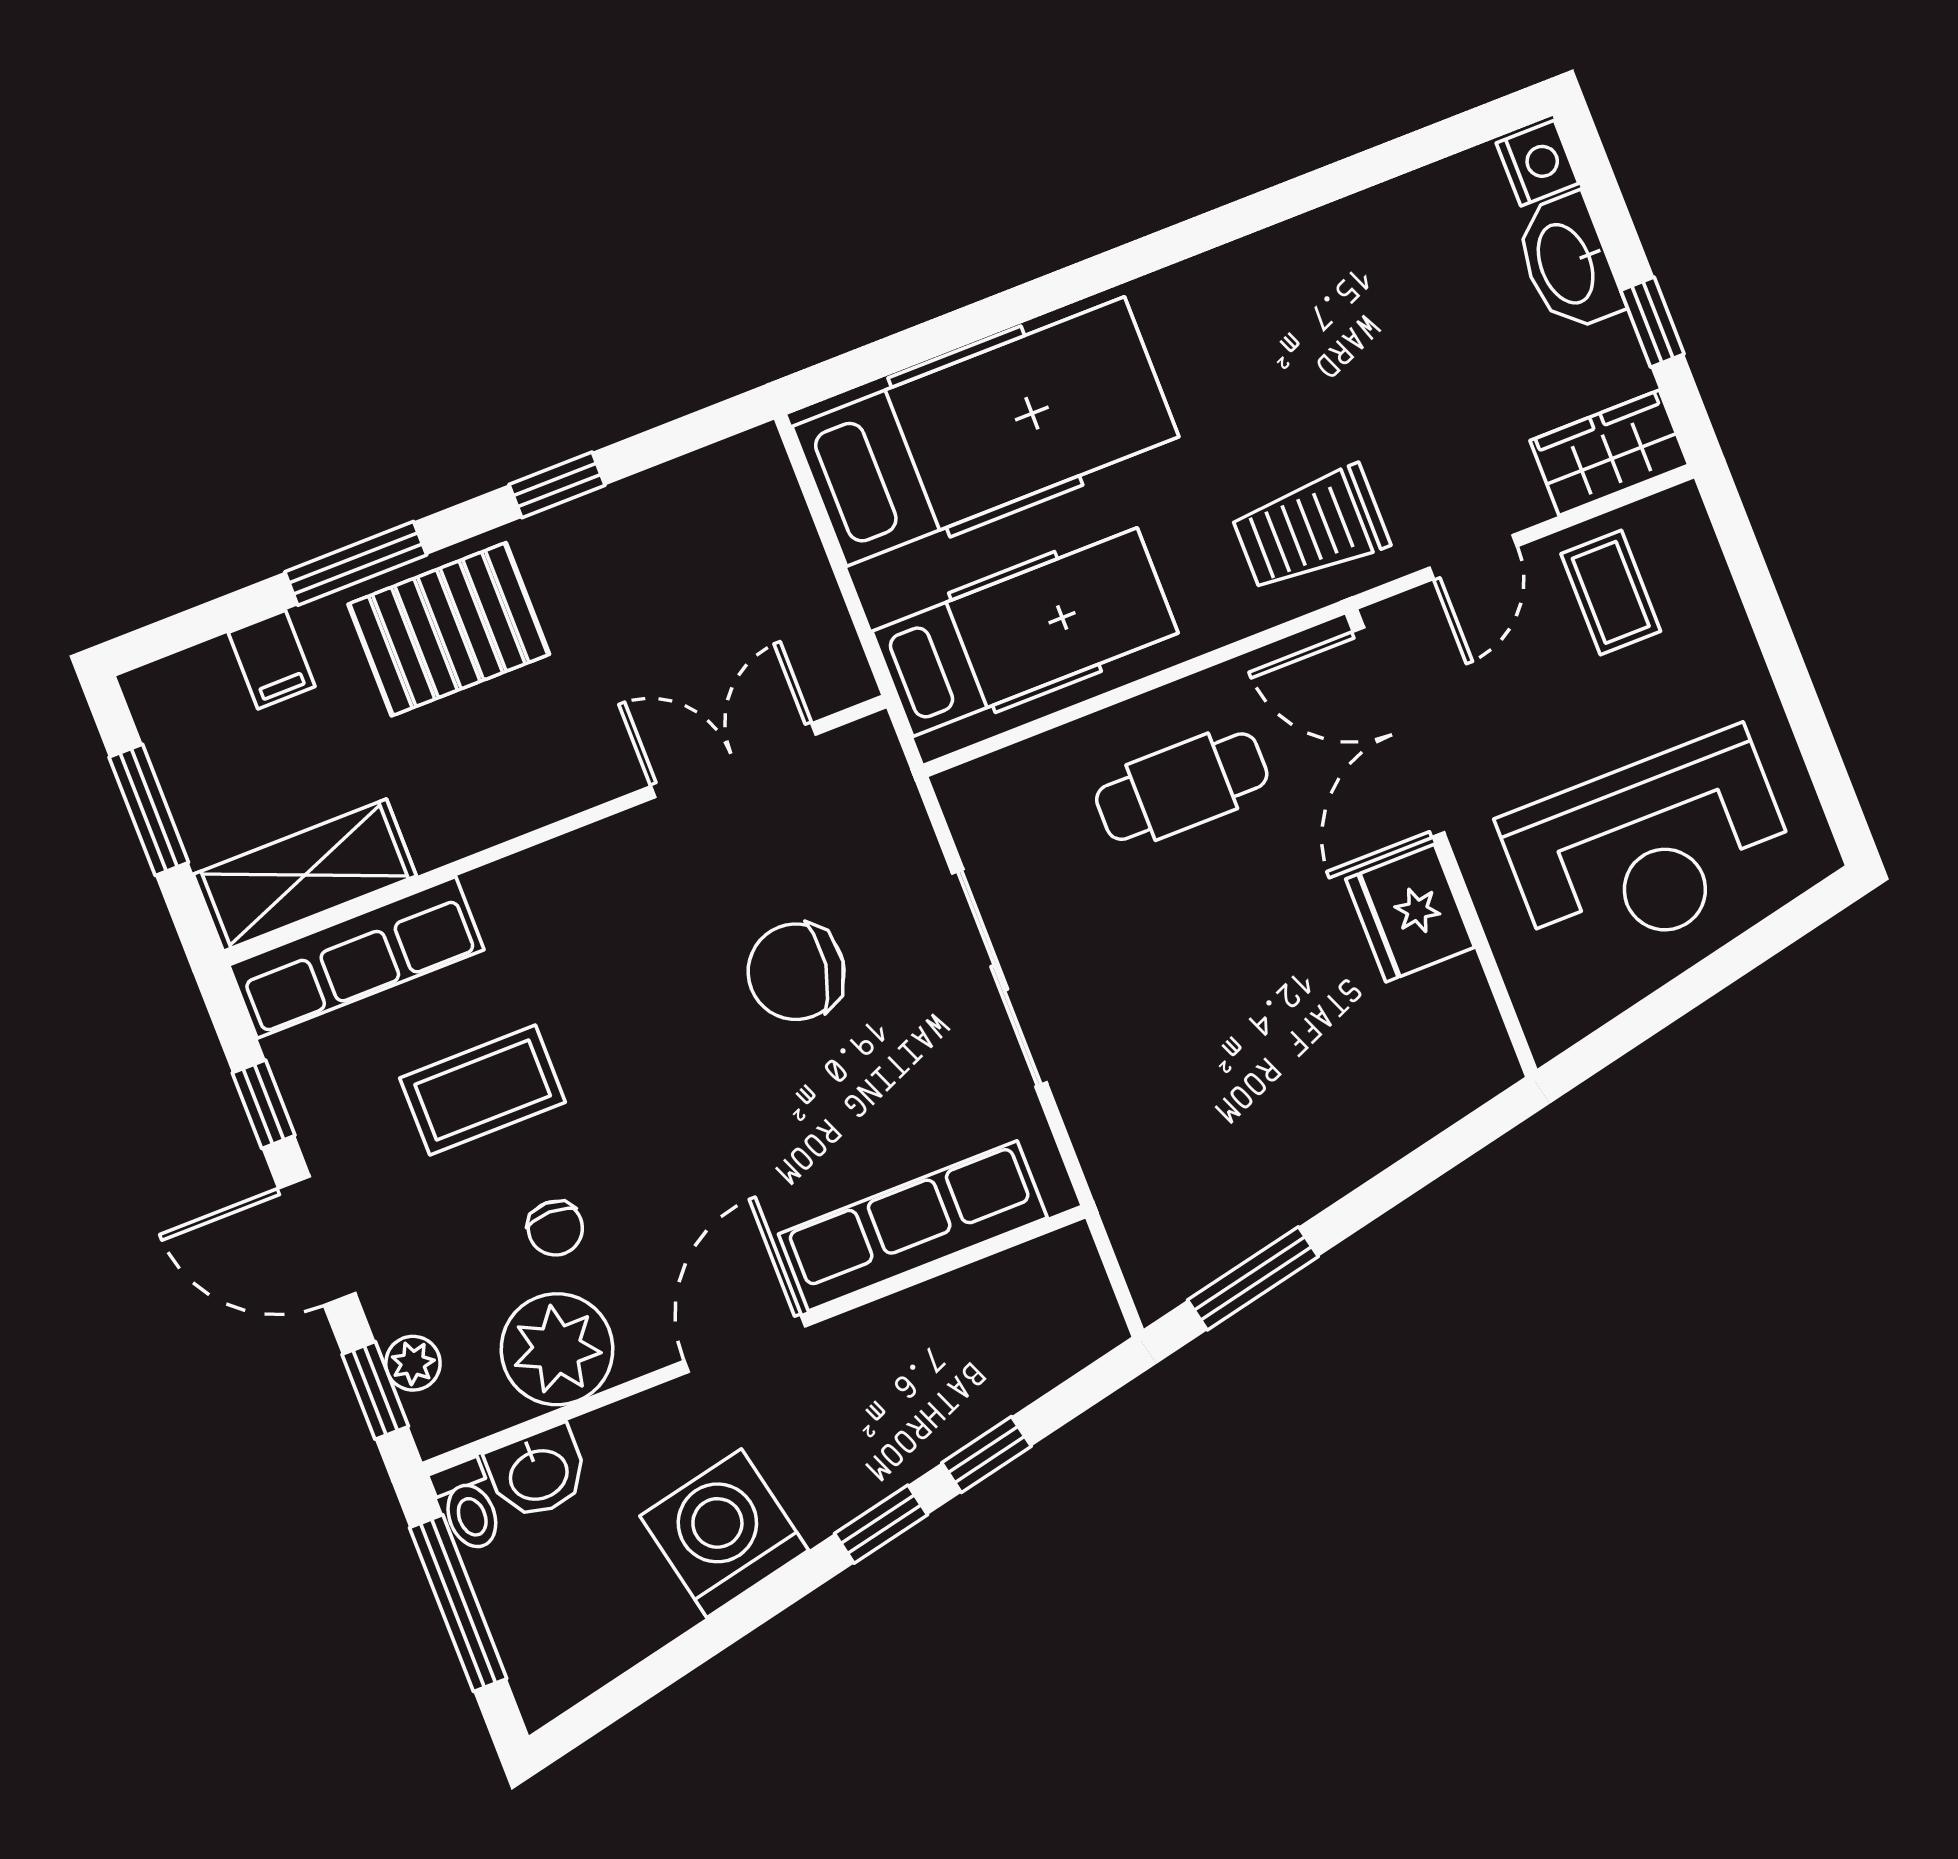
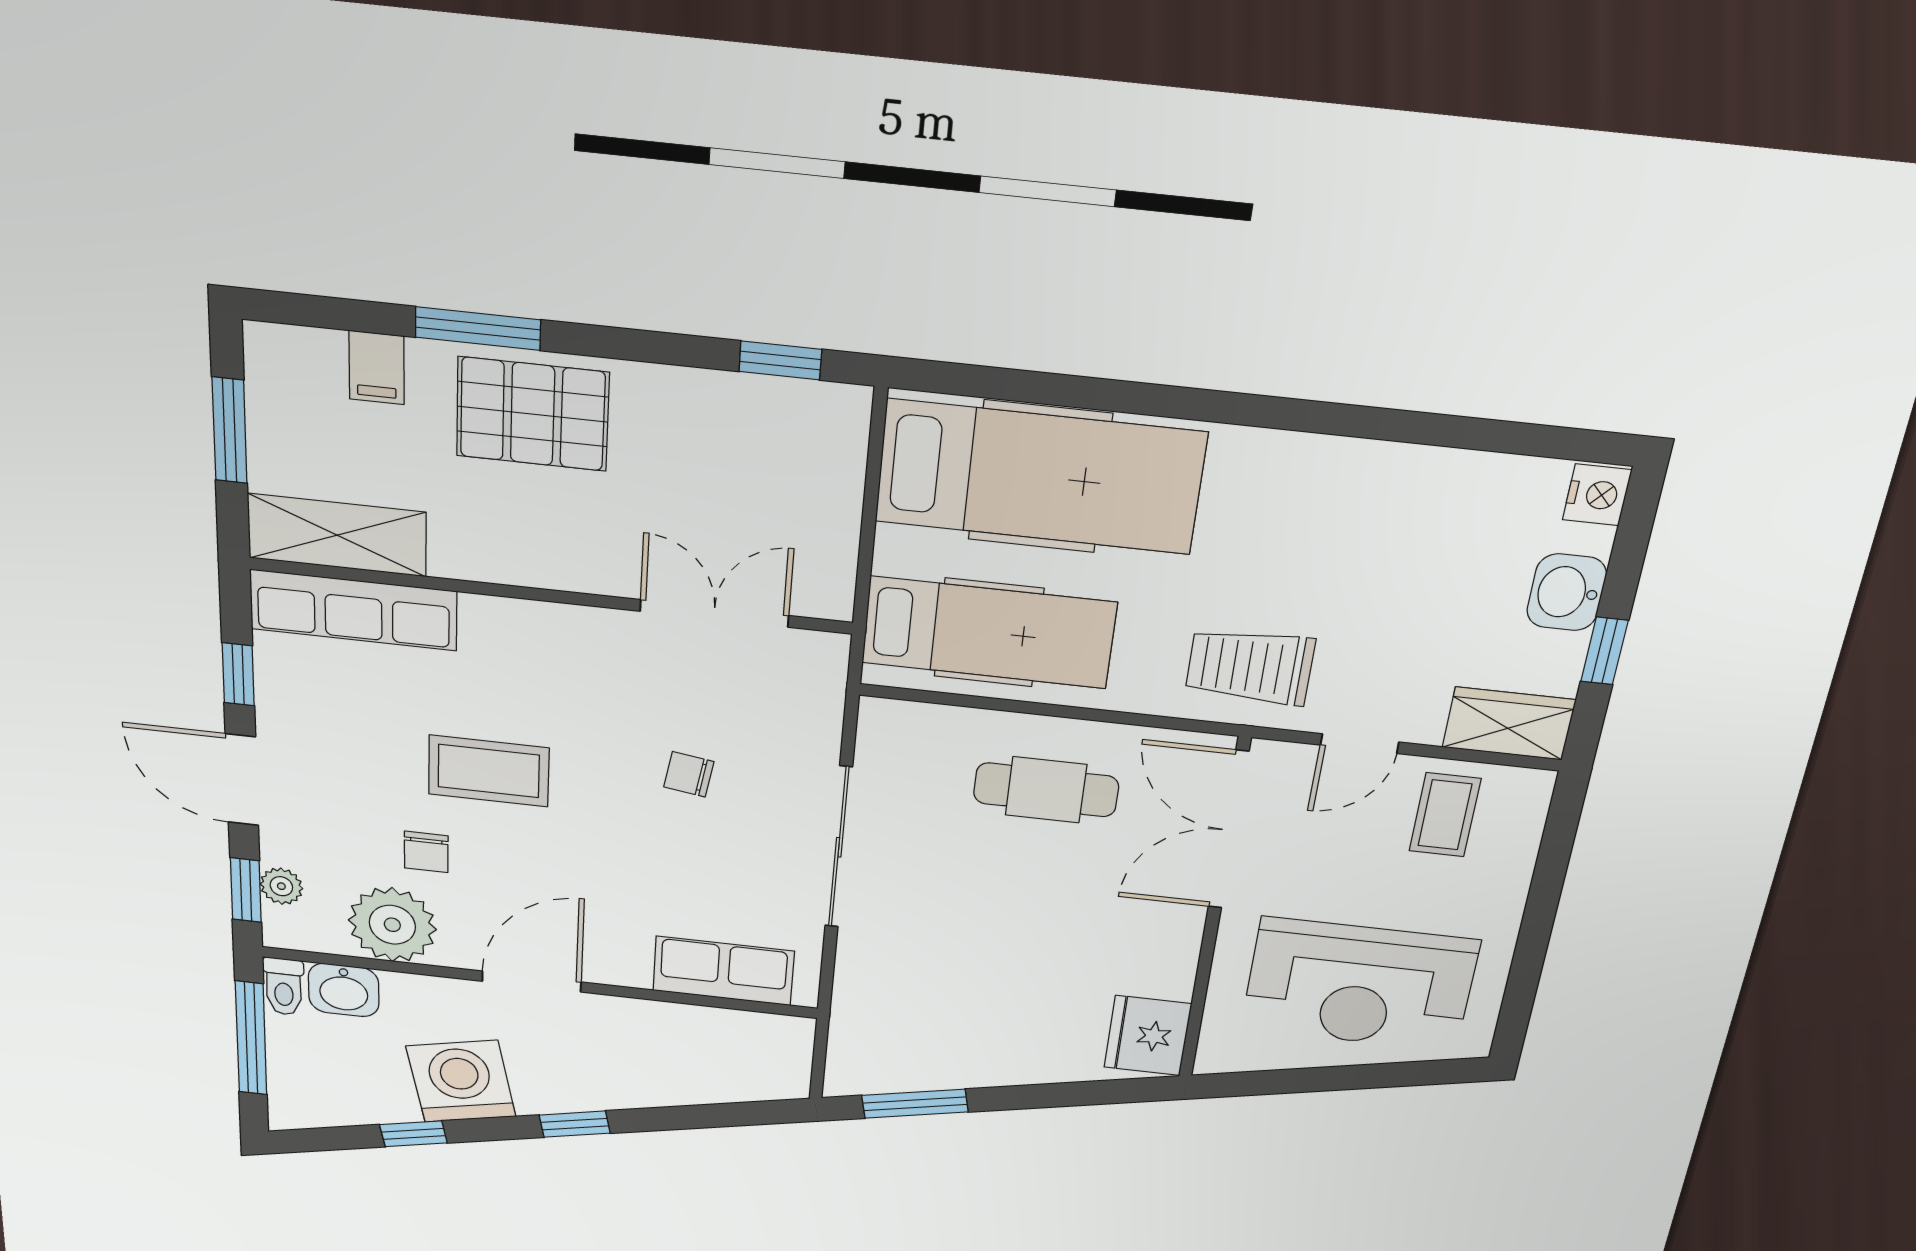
washbasin: (1568, 263) -> (1567, 592), width x0.72
window: (557, 485) -> (780, 360), moved
fridge: (1410, 913) -> (1148, 1036), moved
chair: (796, 972) -> (689, 774), width x0.54, depth x0.54
coffee table: (483, 1090) -> (489, 771), moved
row of seats: (913, 1226) -> (723, 971), width x0.68
window: (986, 1454) -> (413, 1134), moved

